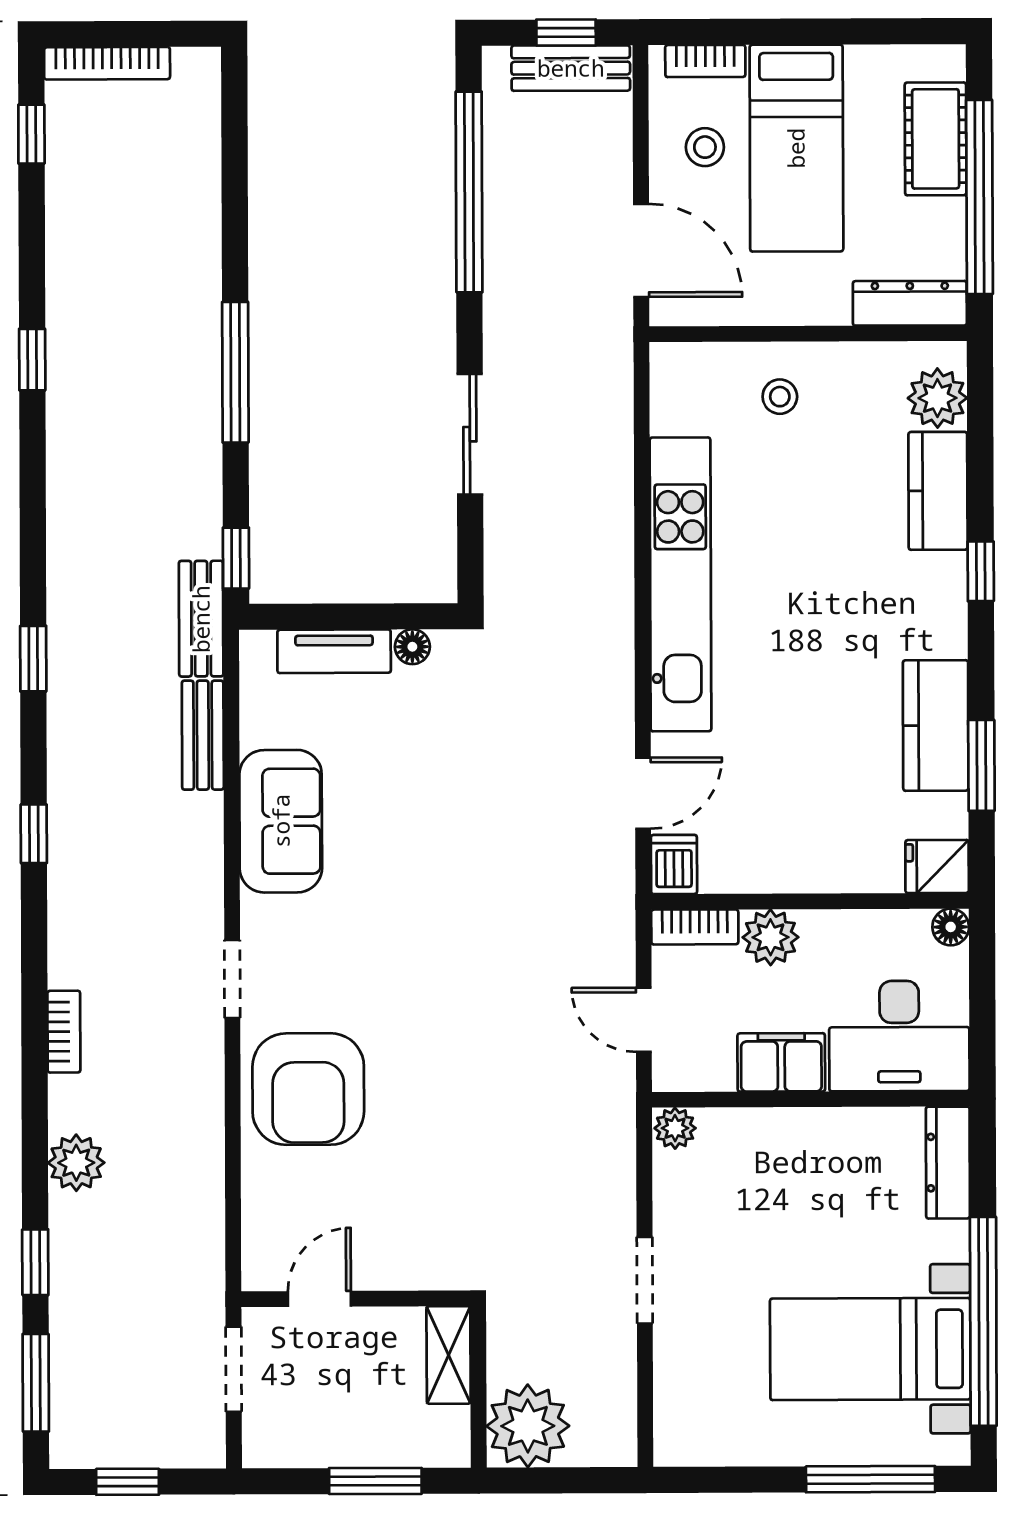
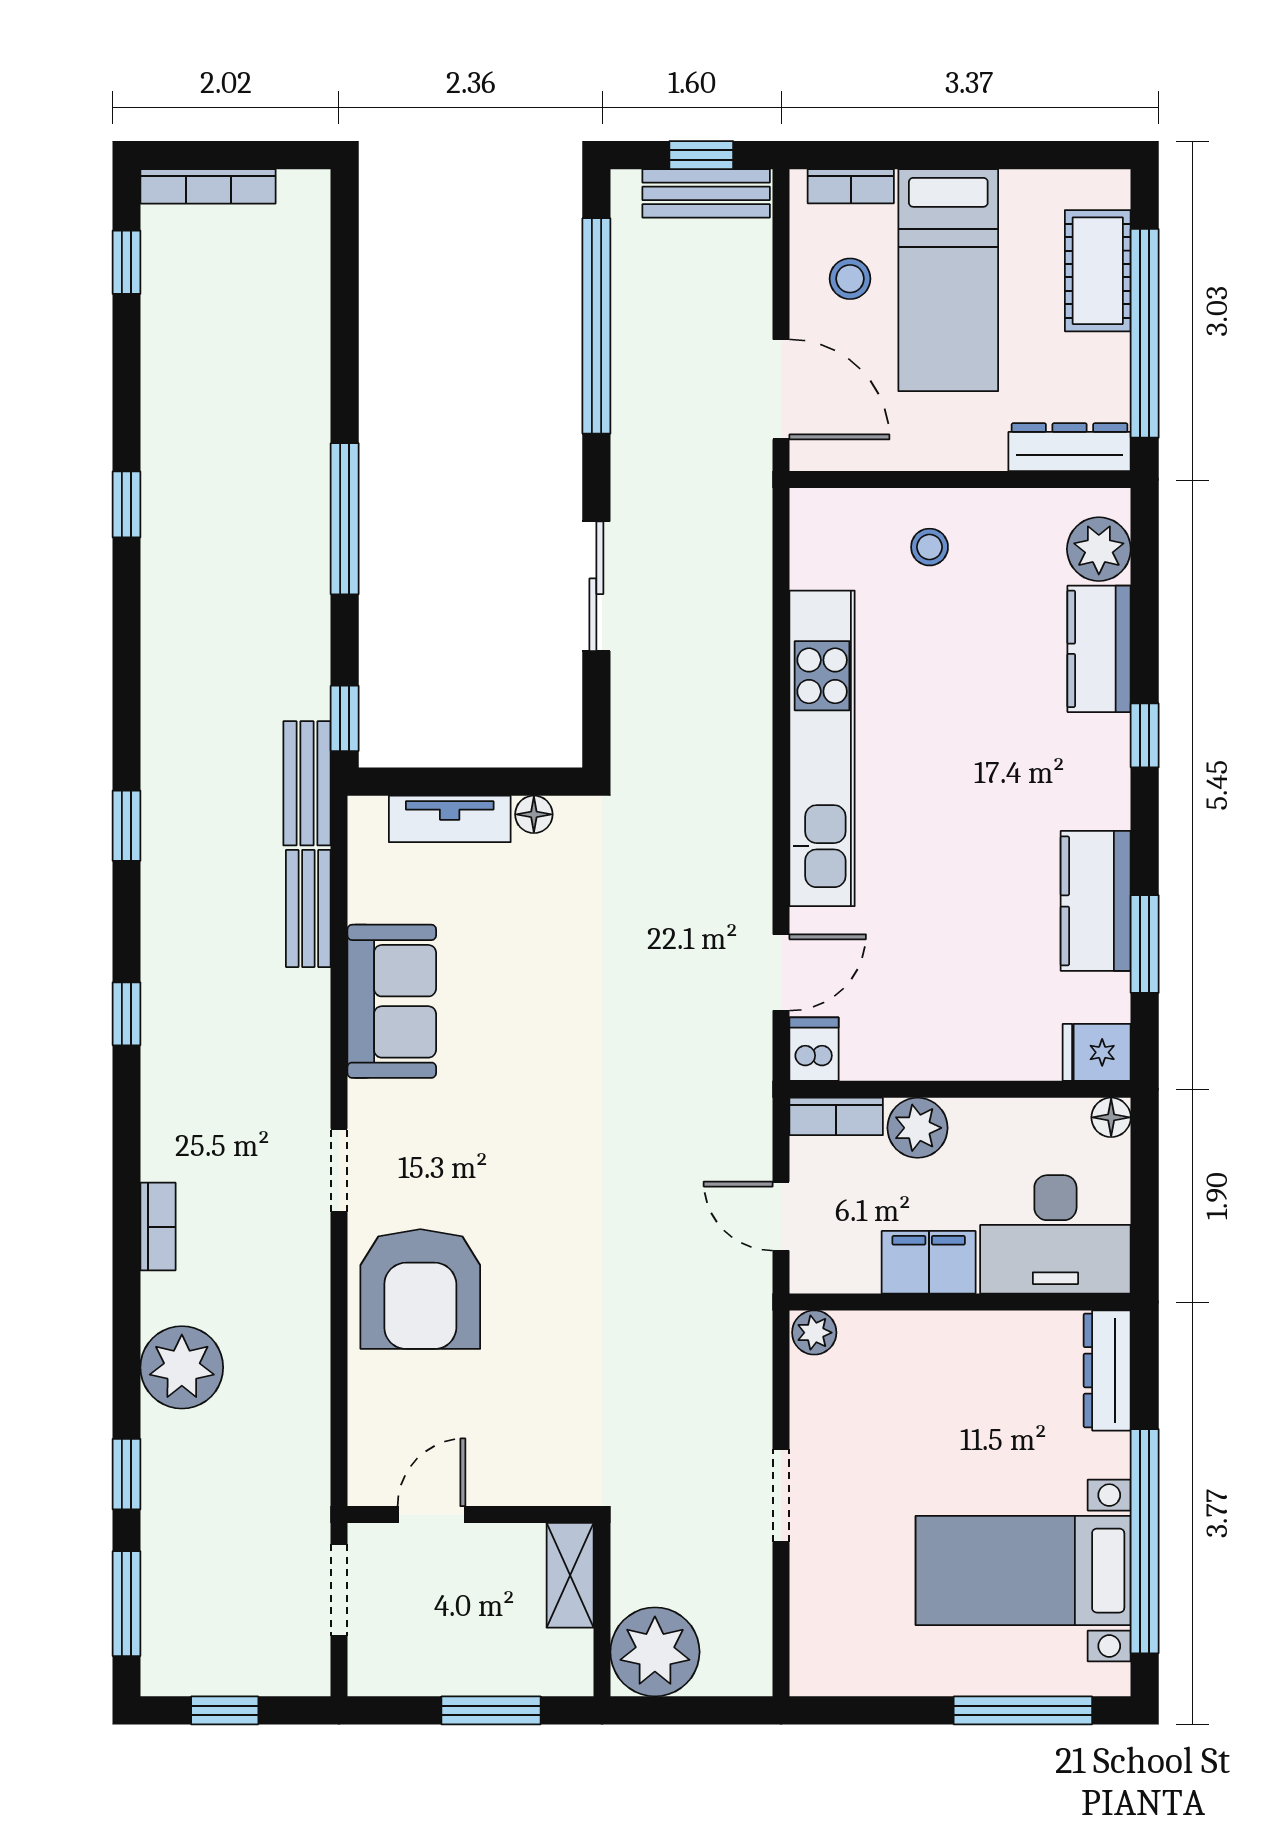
plant: (76, 1163) -> (182, 1367), width x1.36, depth x1.36

